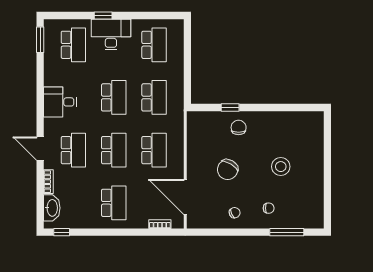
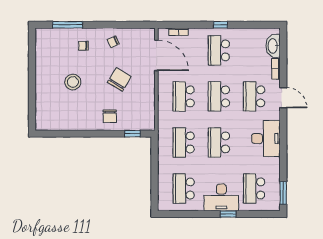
desk: (60, 102) -> (266, 139), width x1.37
window: (230, 108) -> (132, 134), moved
window: (62, 232) -> (220, 25), moved

